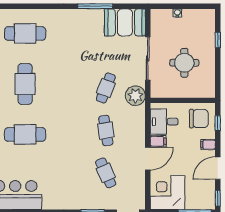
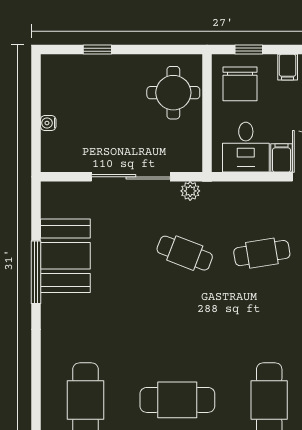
booth: (125, 22) -> (65, 256), moved
round table: (184, 63) -> (173, 93), moved
plant: (135, 96) -> (190, 191), width x0.53, depth x0.53
chair: (199, 118) -> (240, 84), turned 180

